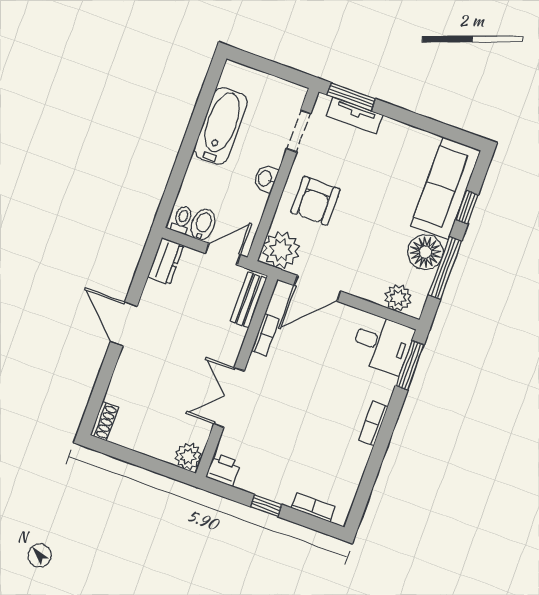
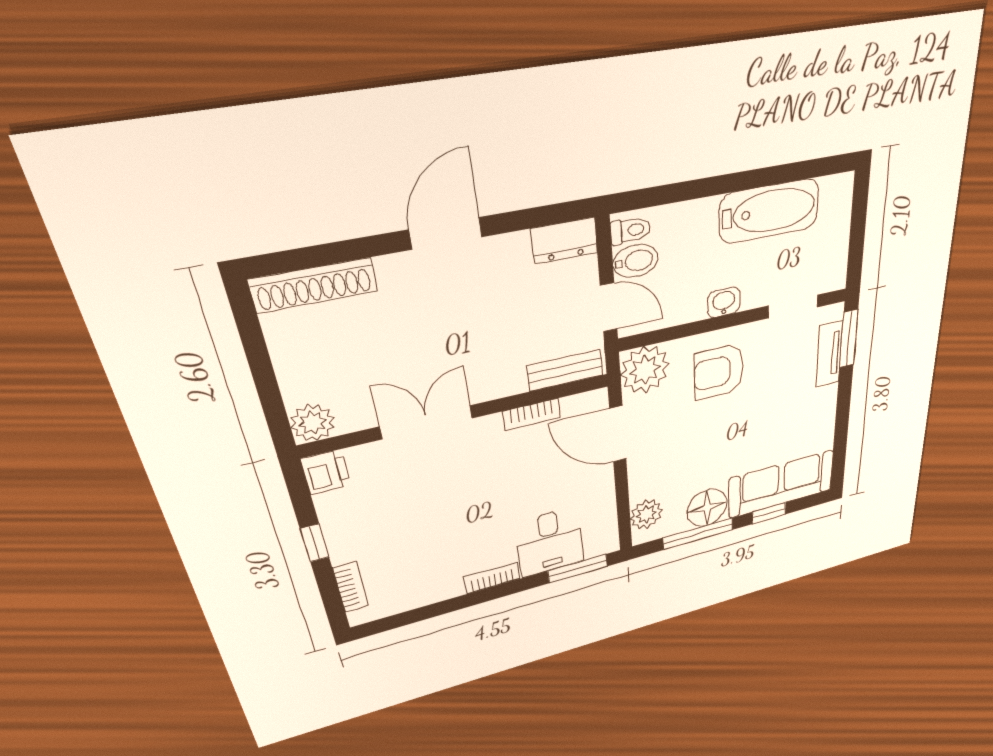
desk: (382, 344) -> (550, 542), moved
shoe rack: (104, 421) -> (314, 285), width x1.94, depth x1.24

